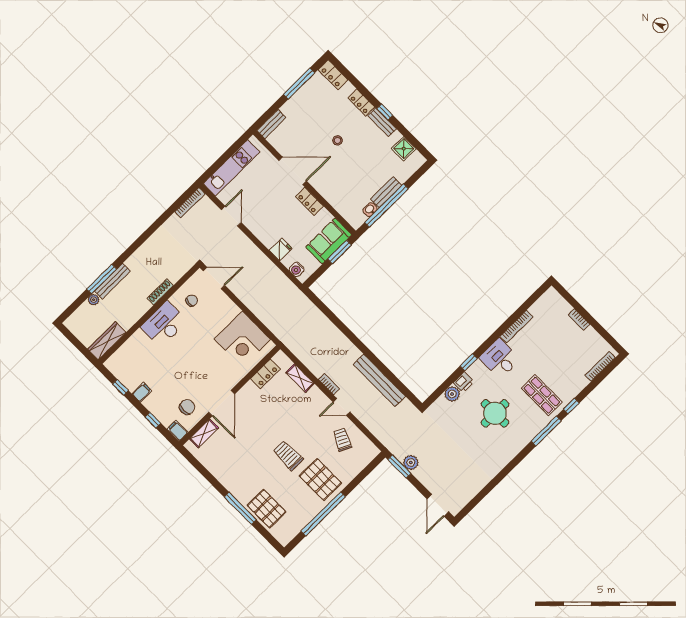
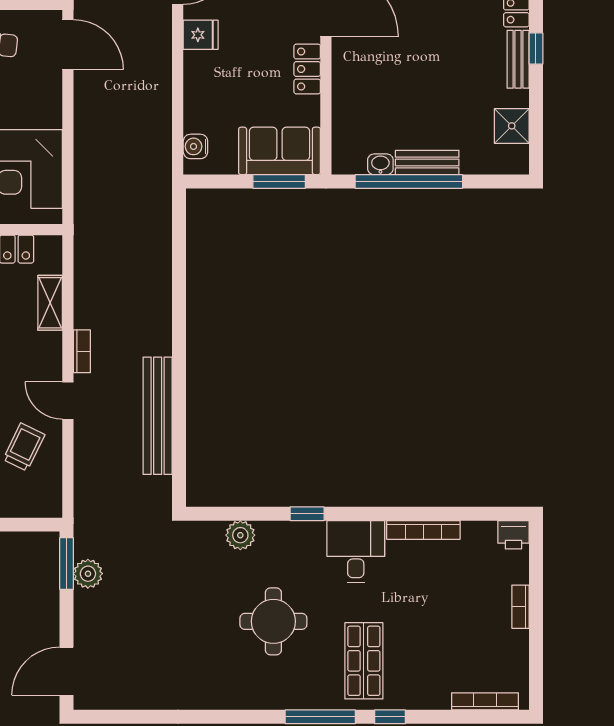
stool: (337, 140) -> (431, 23), removed
fridge: (281, 249) -> (201, 35), moved
printer: (464, 382) -> (513, 535), moved

